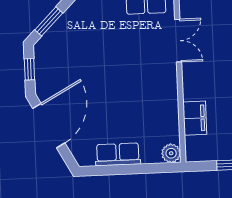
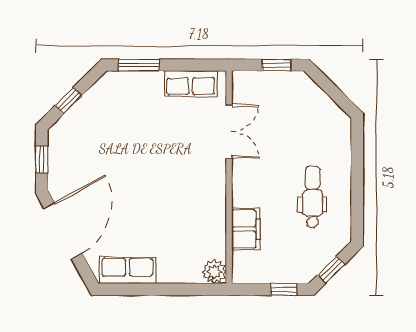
window: (49, 21) -> (68, 101), width x0.67
row of seats: (118, 154) -> (127, 270), moved

